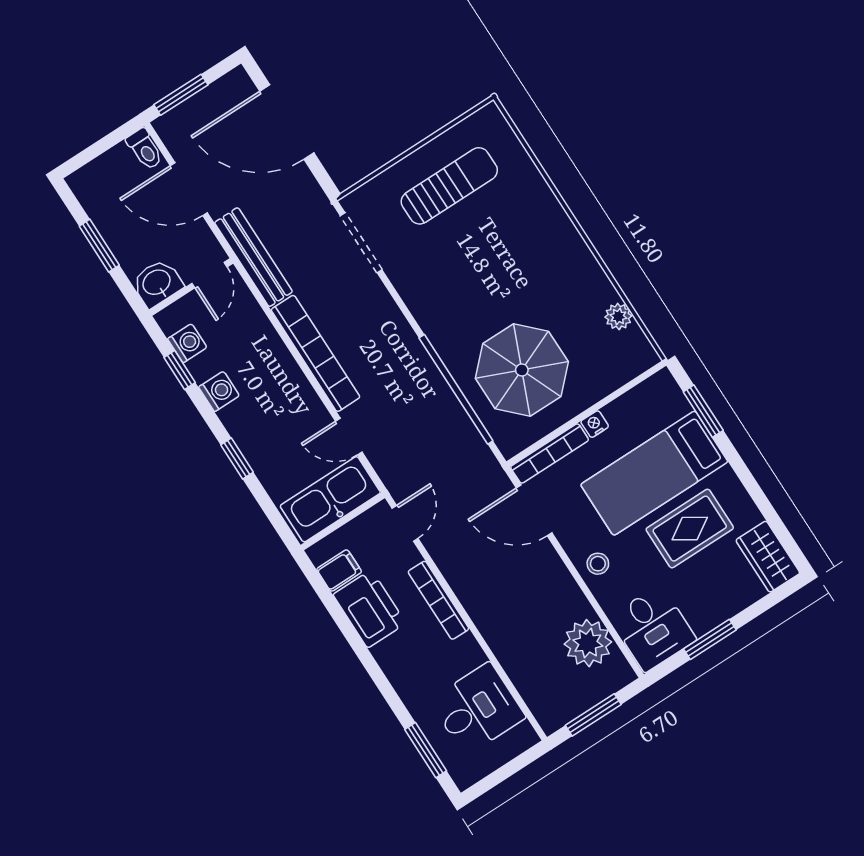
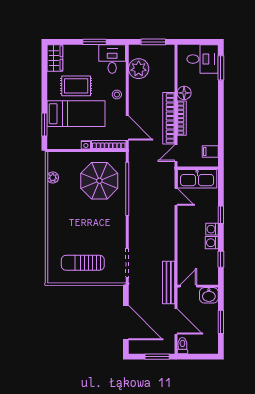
washing machine: (187, 343) -> (212, 229), moved
bookcase: (315, 353) -> (169, 118), moved
printer: (369, 609) -> (208, 131), removed
floor lamp: (466, 653) -> (184, 93), added
desk: (477, 709) -> (203, 59), moved, turned 180

